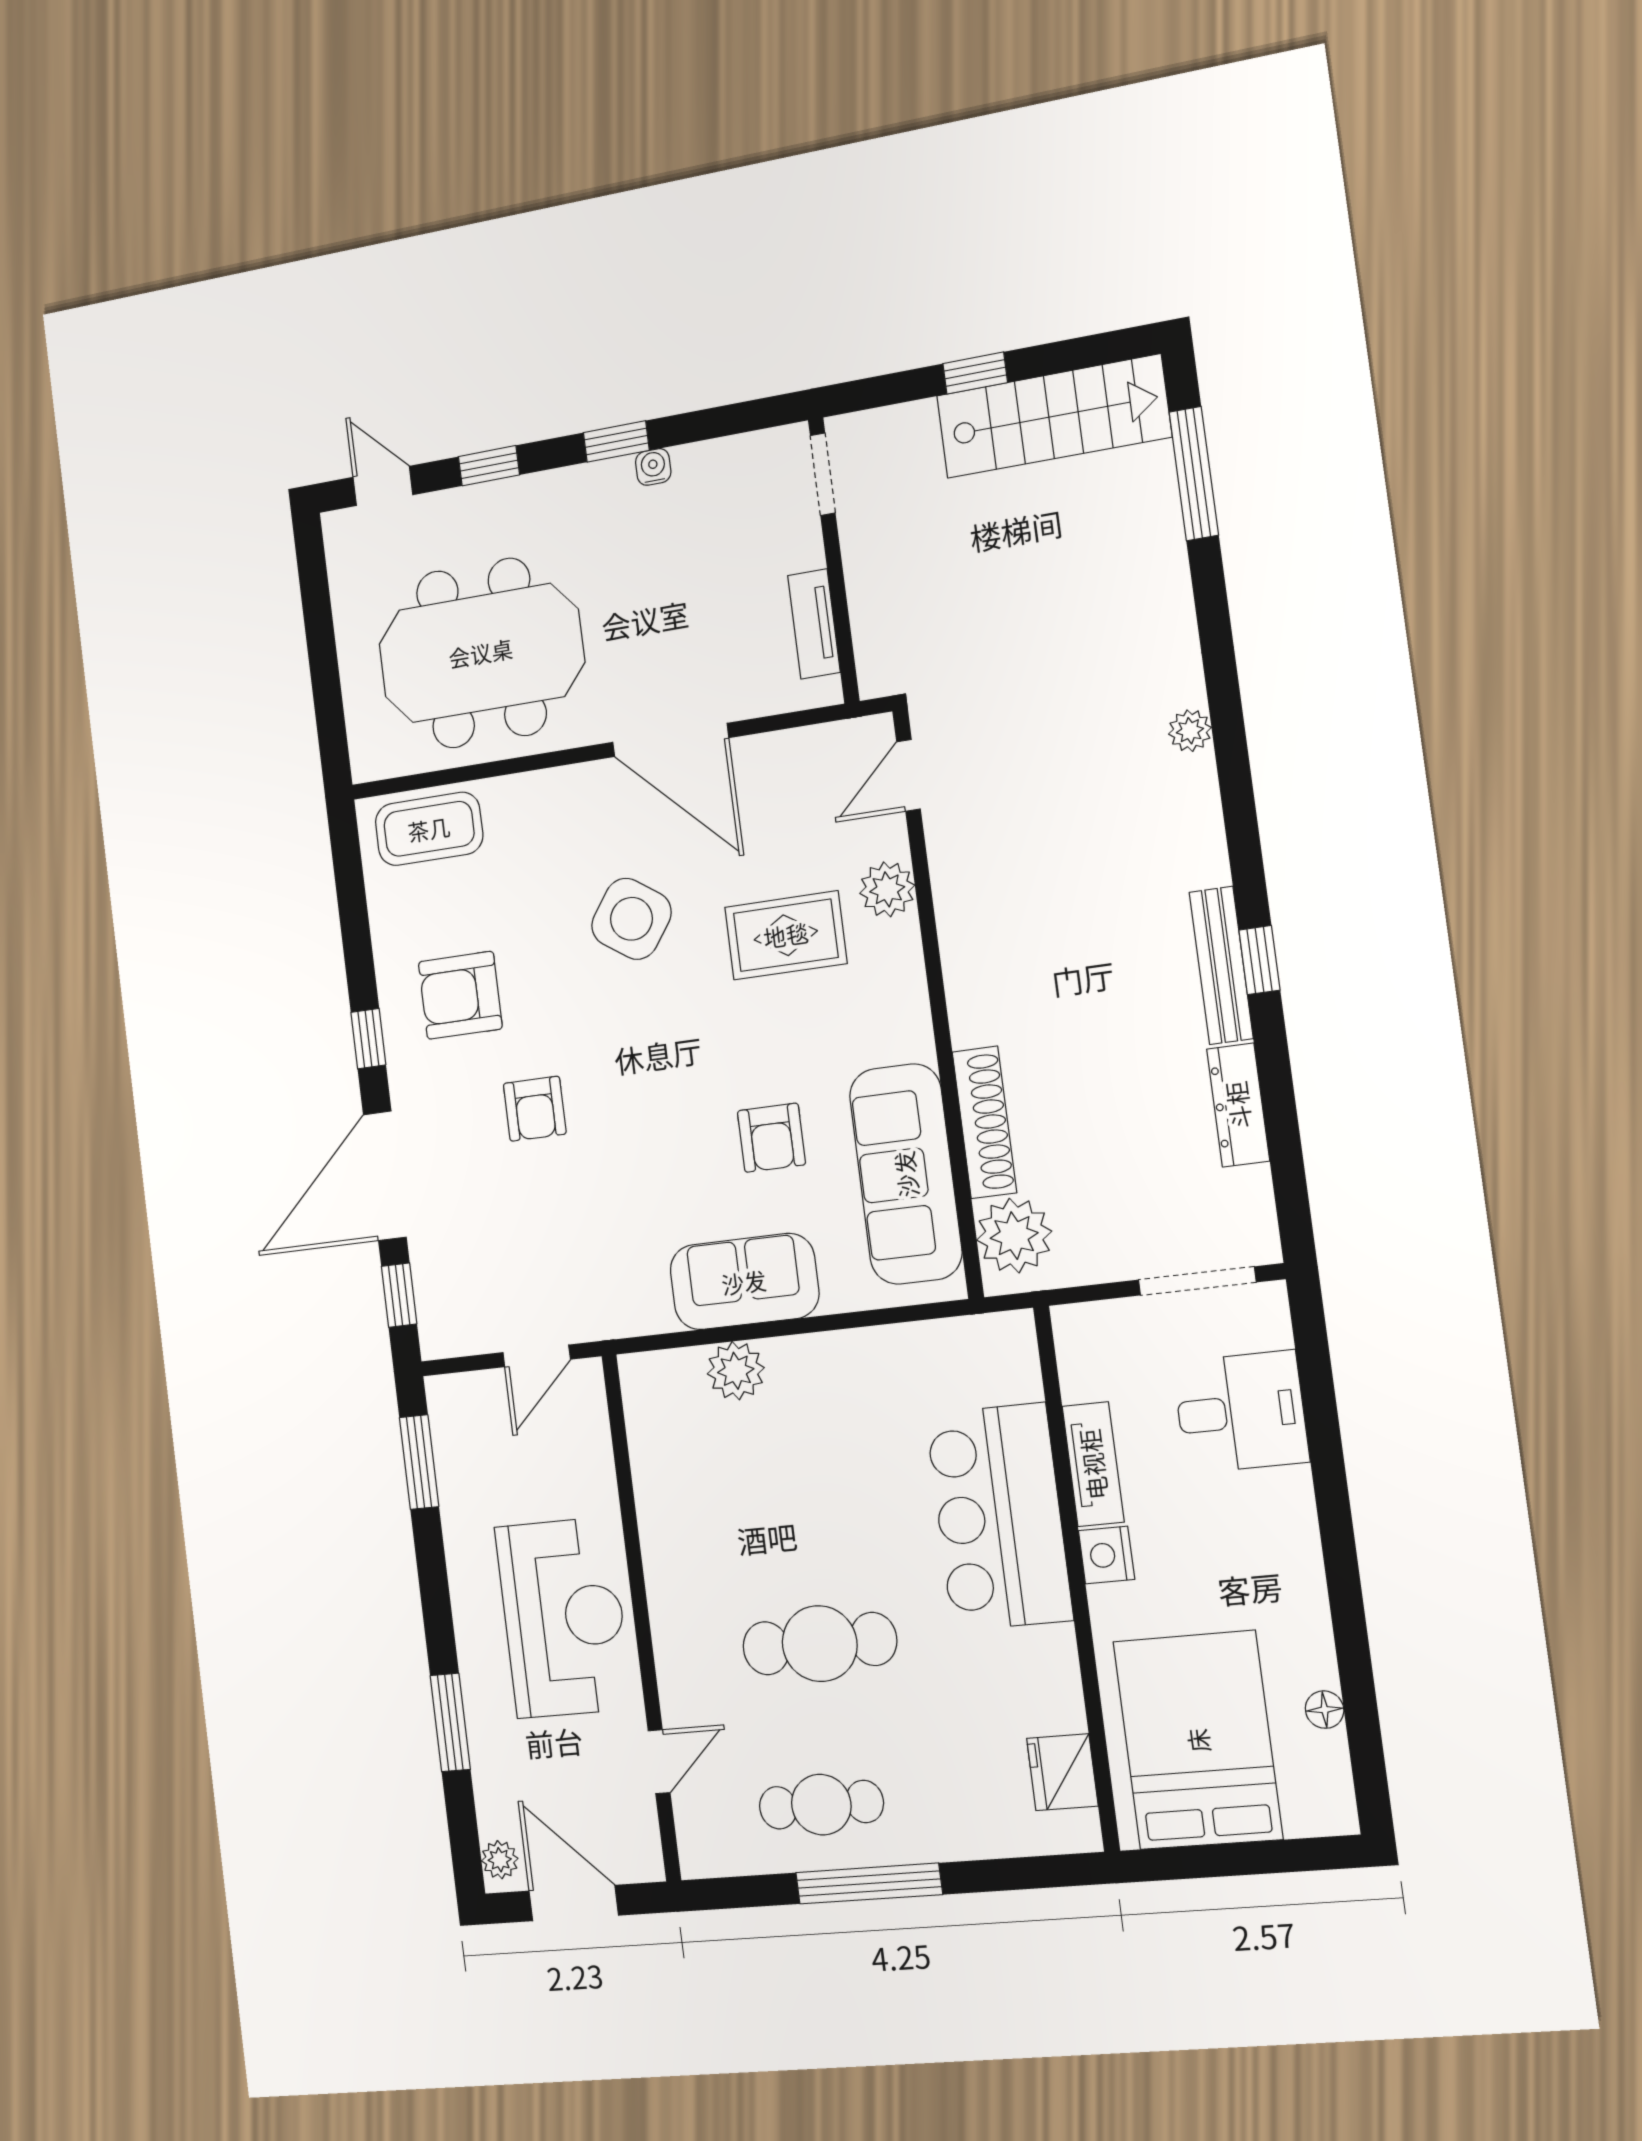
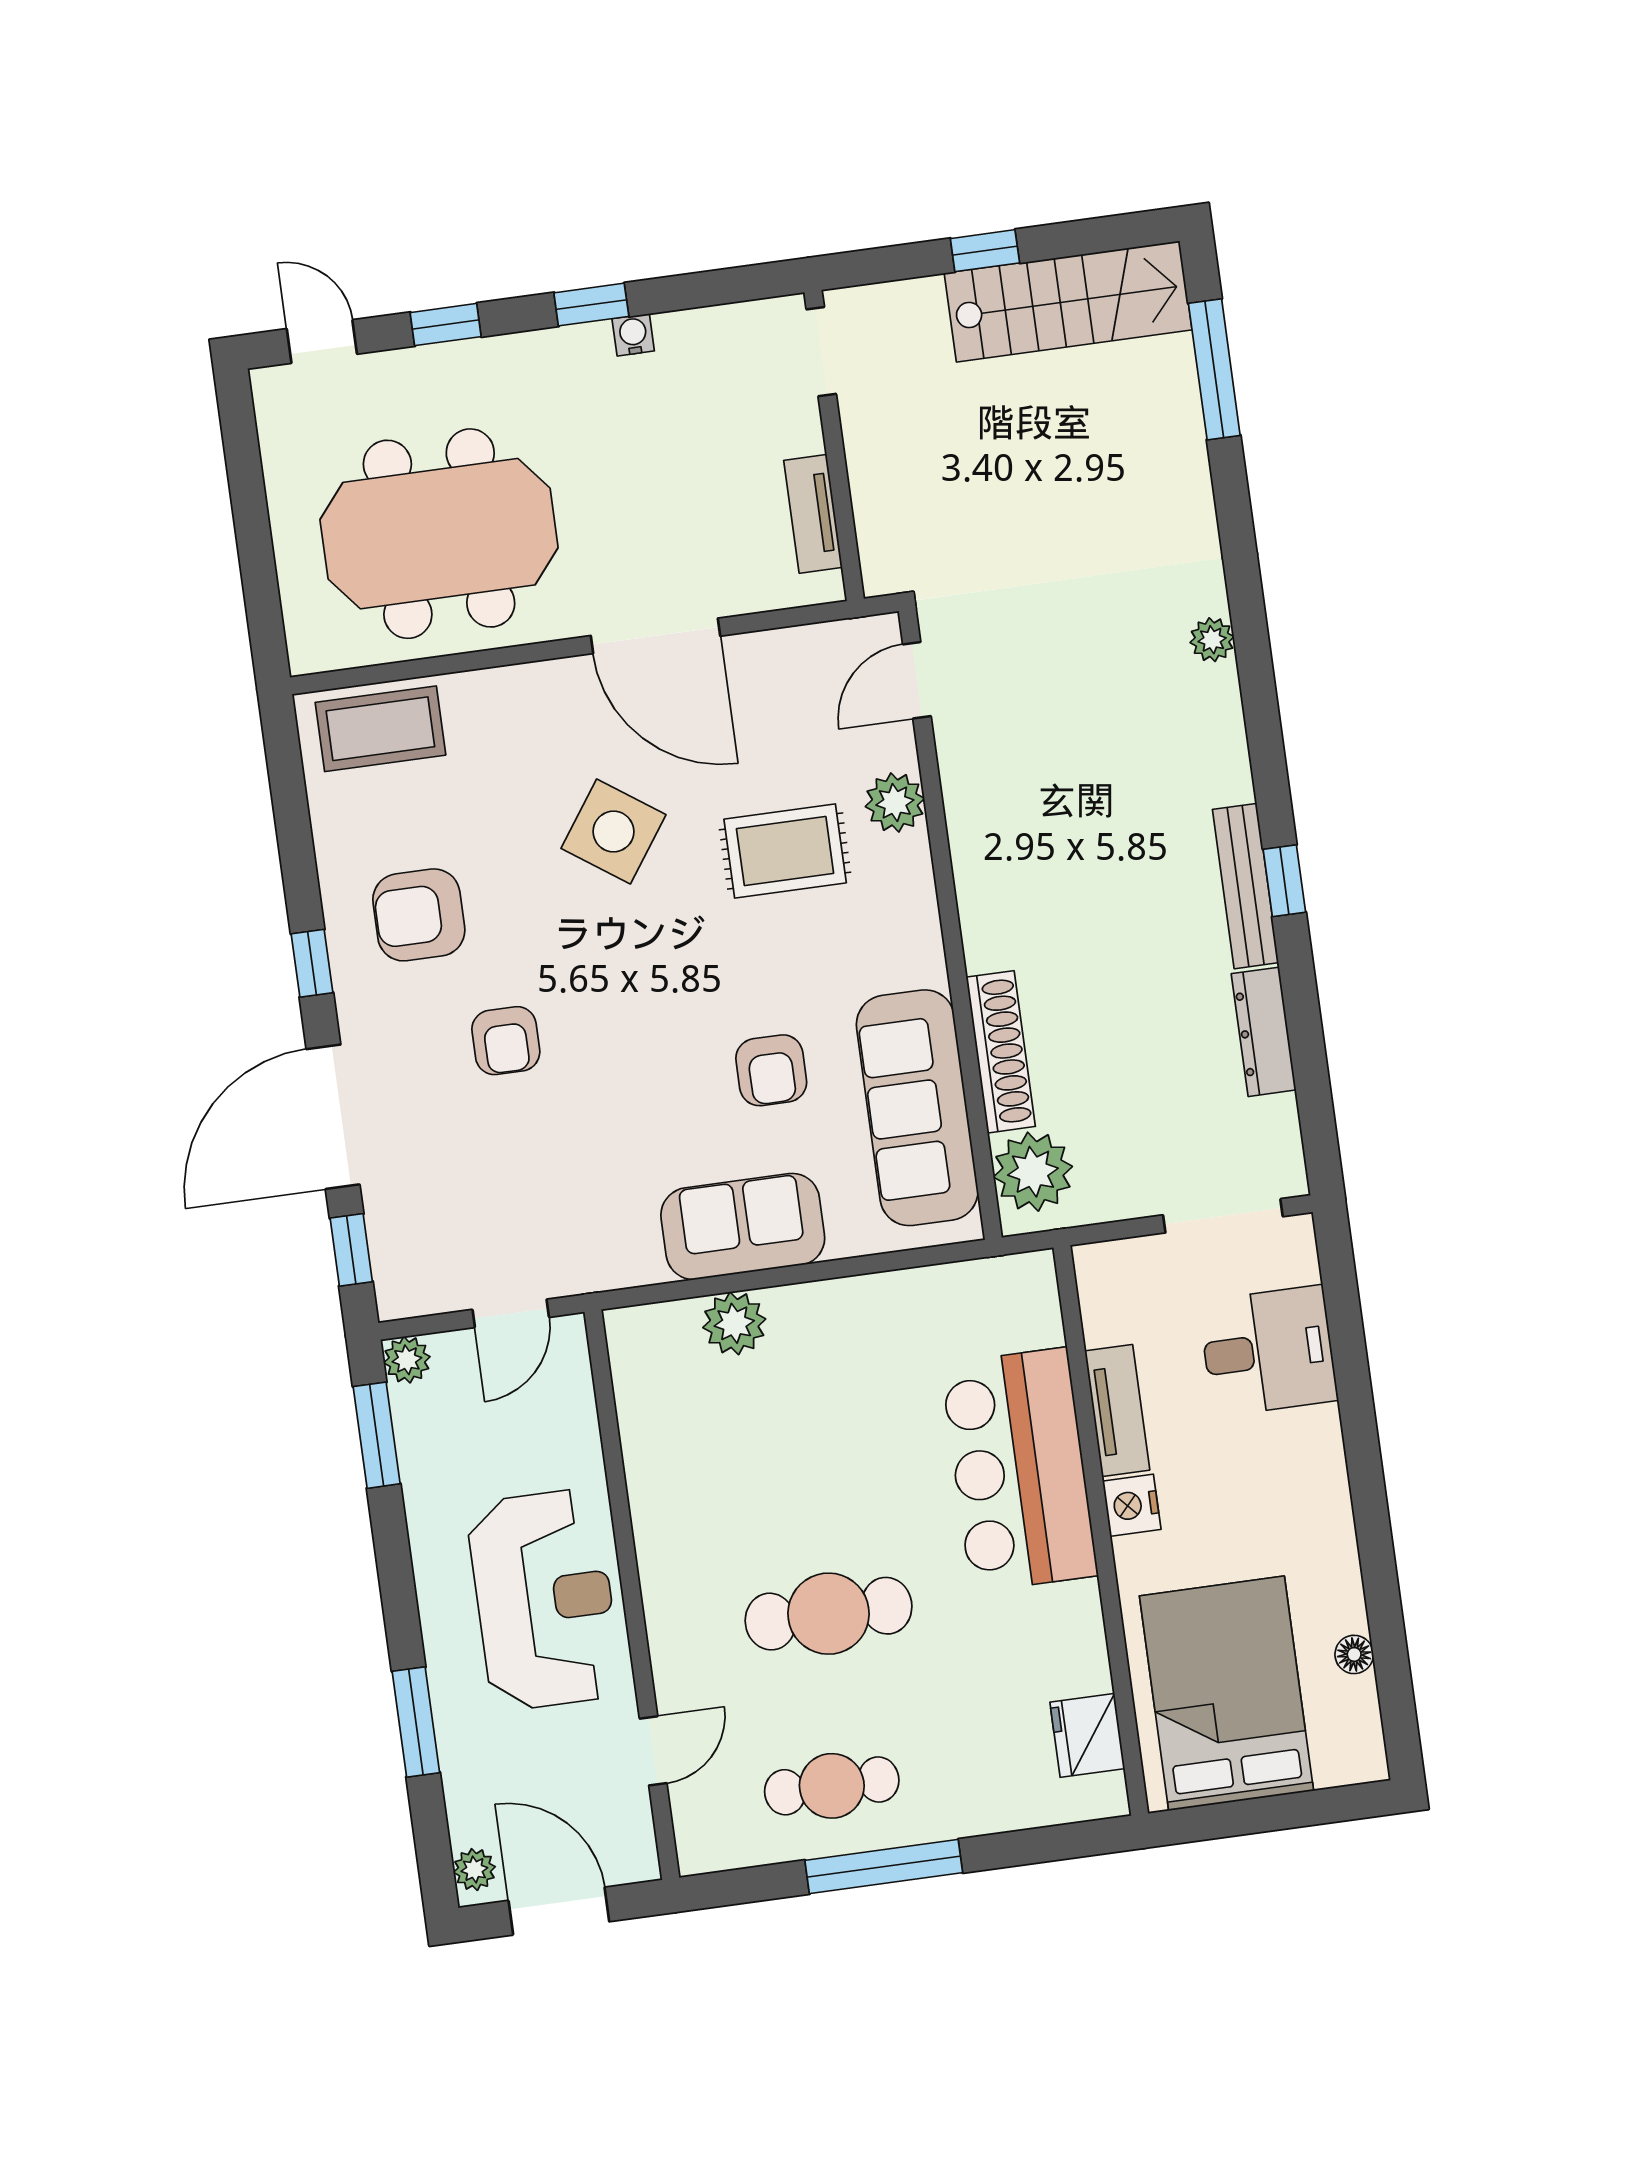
plant: (446, 1395) -> (407, 1360), added

